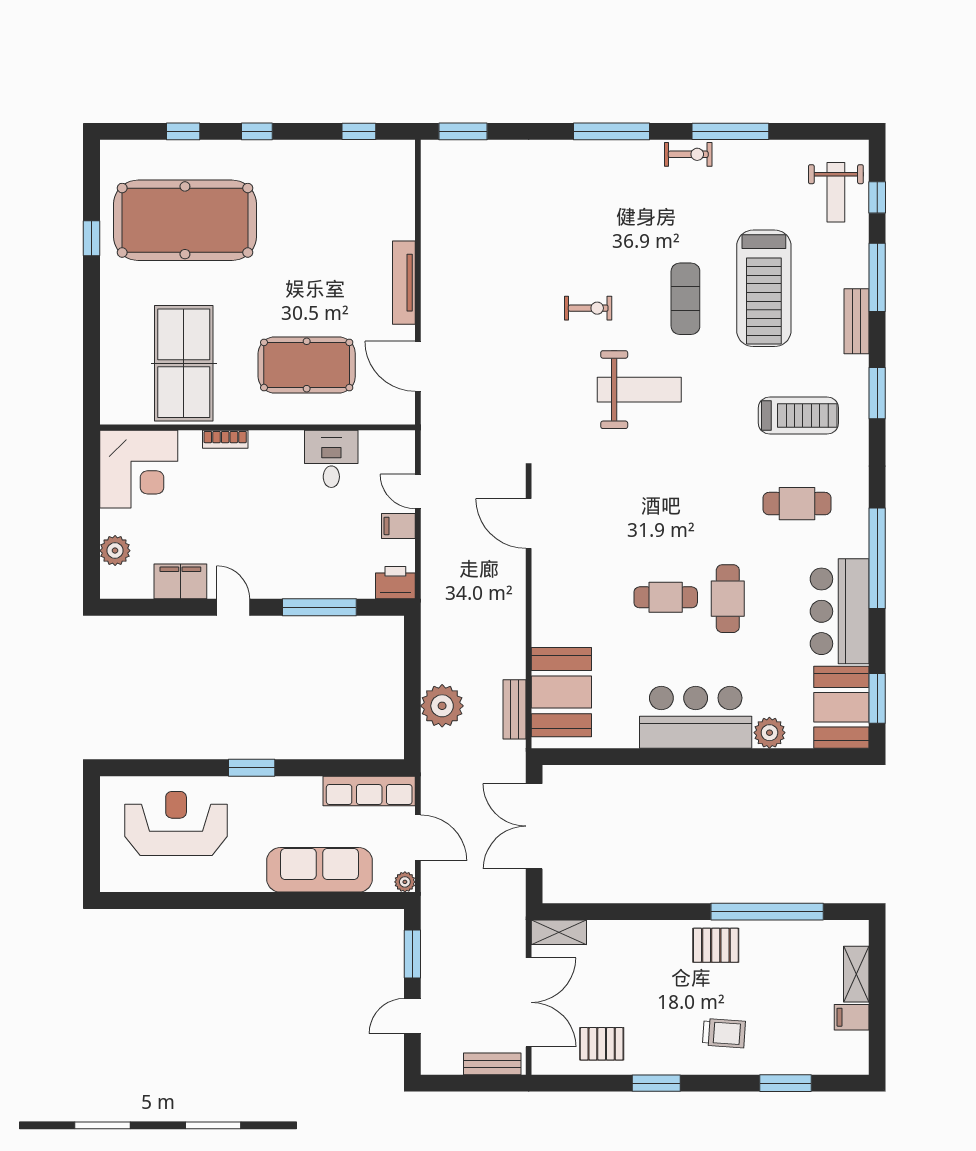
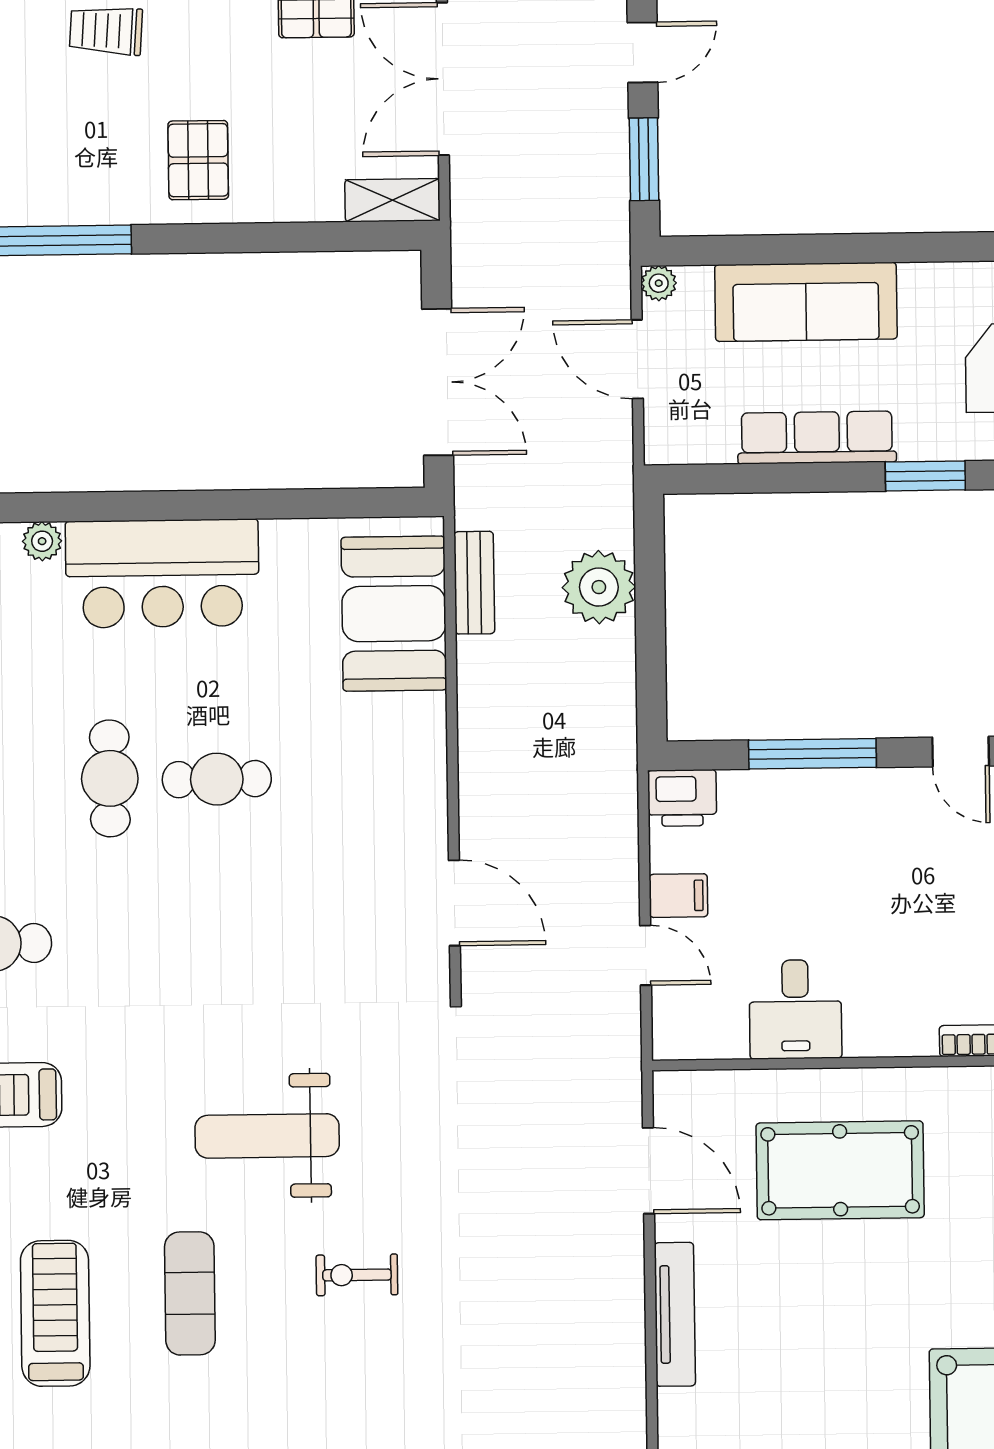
treadmill: (764, 288) -> (55, 1313), width x0.73, depth x0.73
plant: (769, 733) -> (42, 541), width x0.73, depth x0.73
row of seats: (369, 791) -> (817, 438), moved
pallet: (716, 945) -> (198, 160), moved, turned 90

